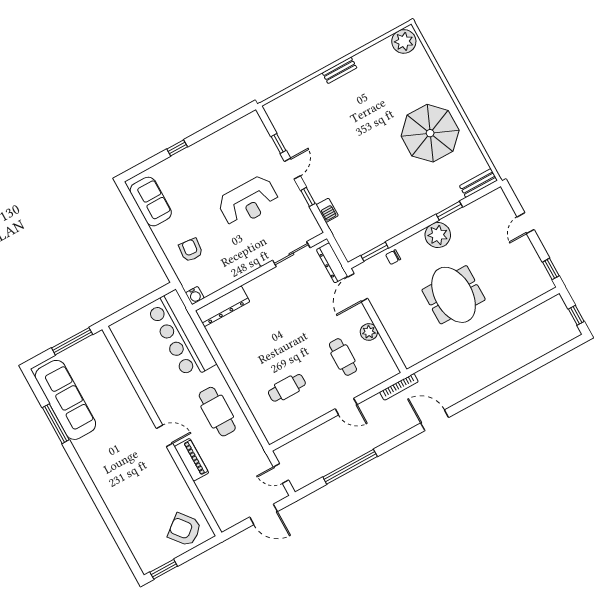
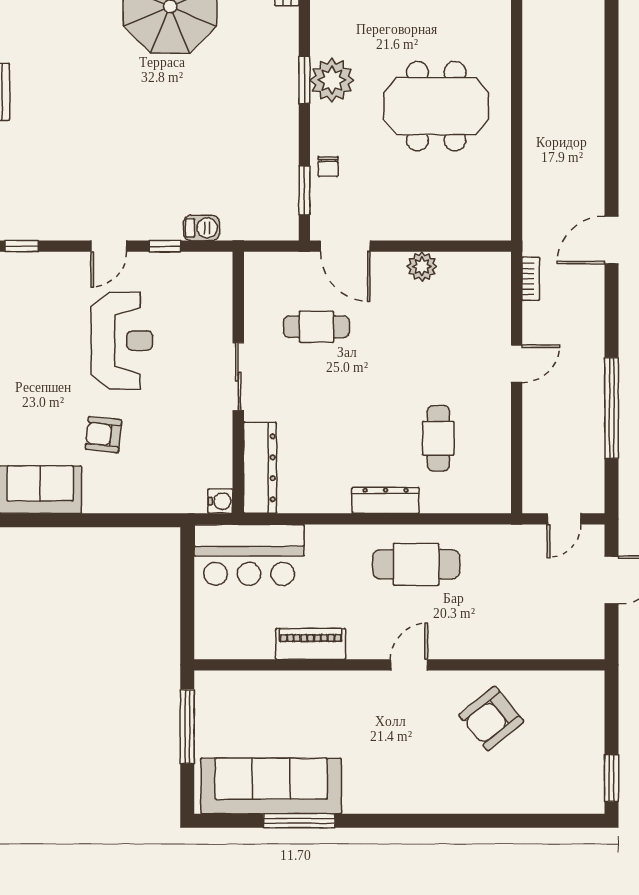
window: (279, 143) -> (22, 246), moved
door: (292, 169) -> (109, 246), swing flipped
window: (449, 211) -> (304, 80), moved
armchair: (191, 250) -> (103, 435), moved
sliding door: (291, 254) -> (238, 377), moved
dresser: (332, 263) -> (386, 500), moved, turned 180
bar counter: (181, 335) -> (249, 555), width x0.73
cafe table: (343, 357) -> (316, 327), moved
bookcase: (399, 387) -> (531, 279), width x0.64
piano: (191, 460) -> (311, 644), moved
armchair: (184, 530) -> (491, 718), moved

